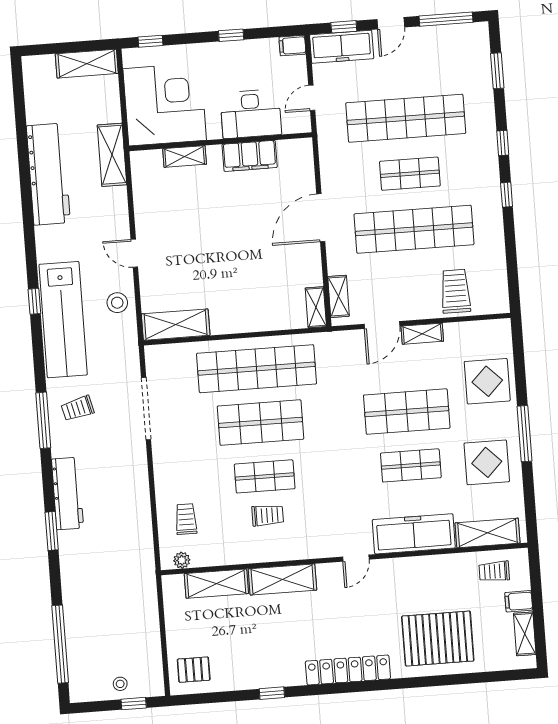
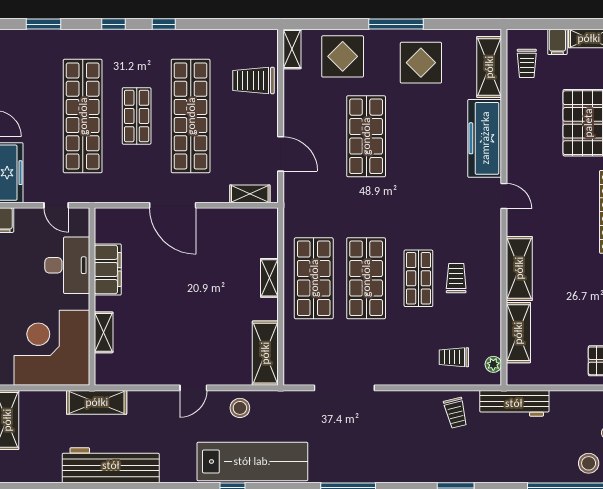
shelving: (316, 307) -> (269, 278), moved, turned 90
shelving: (422, 334) -> (292, 49), moved
shop shelf: (256, 369) -> (314, 278), width x0.71
trolley: (78, 408) -> (456, 413), moved
shop shelf: (411, 465) -> (418, 136), removed
workbench: (67, 494) -> (514, 403), moved, turned 180
stool: (87, 666) -> (589, 463), added

